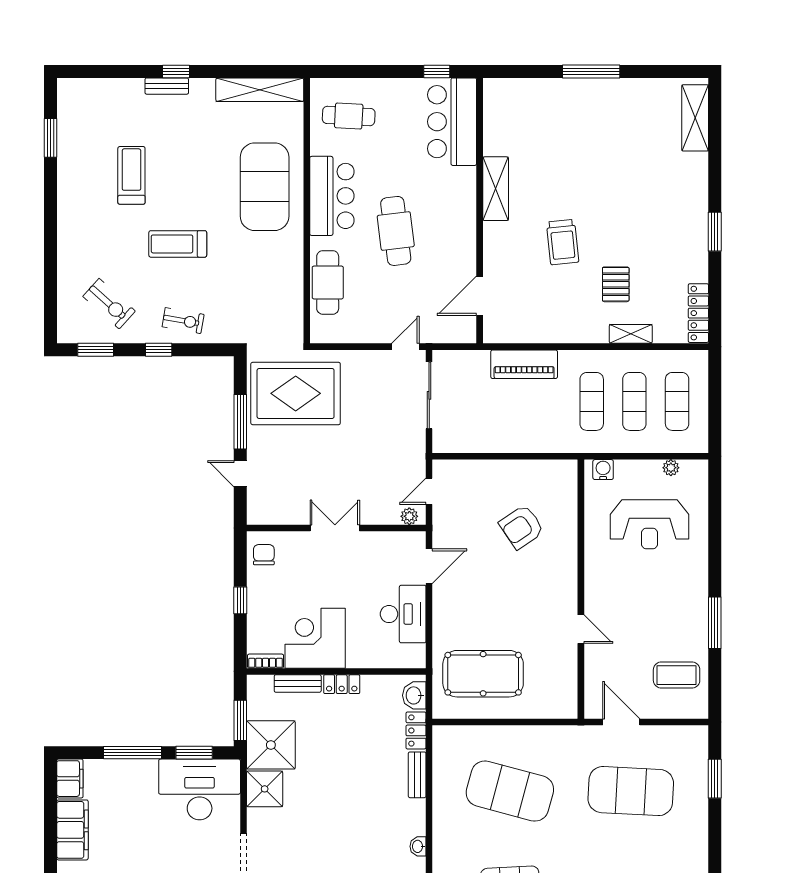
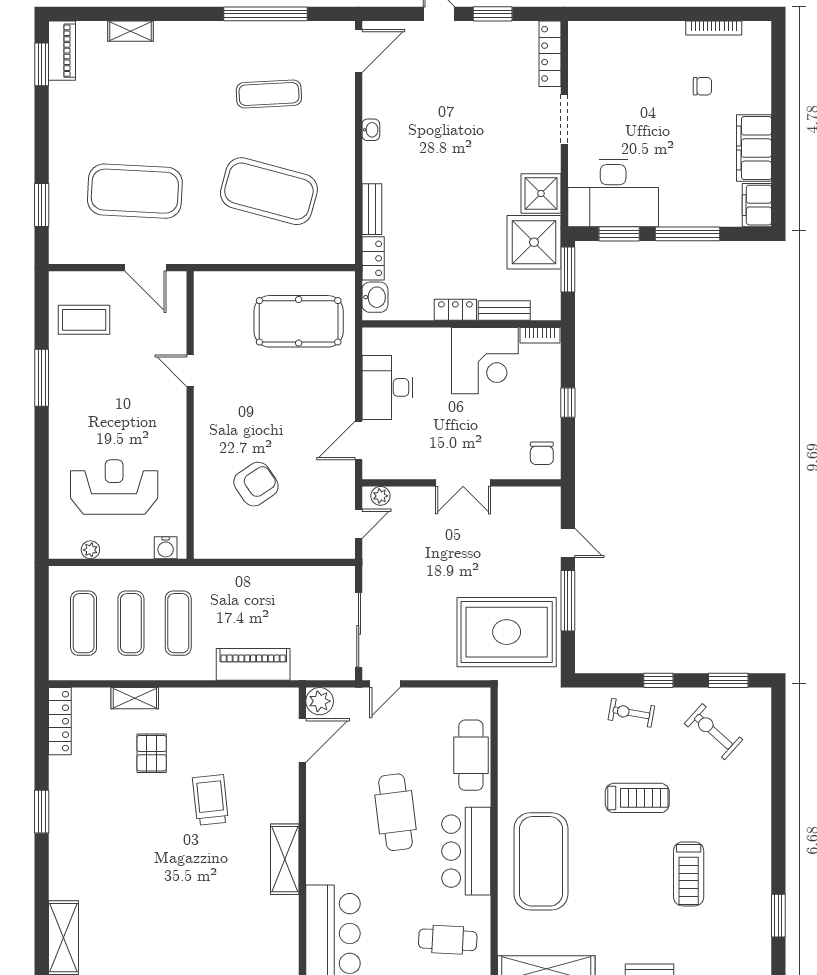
plant: (464, 331) -> (320, 701), added

